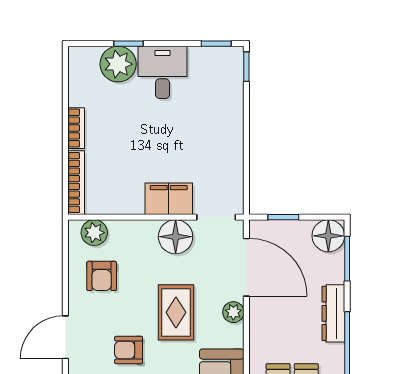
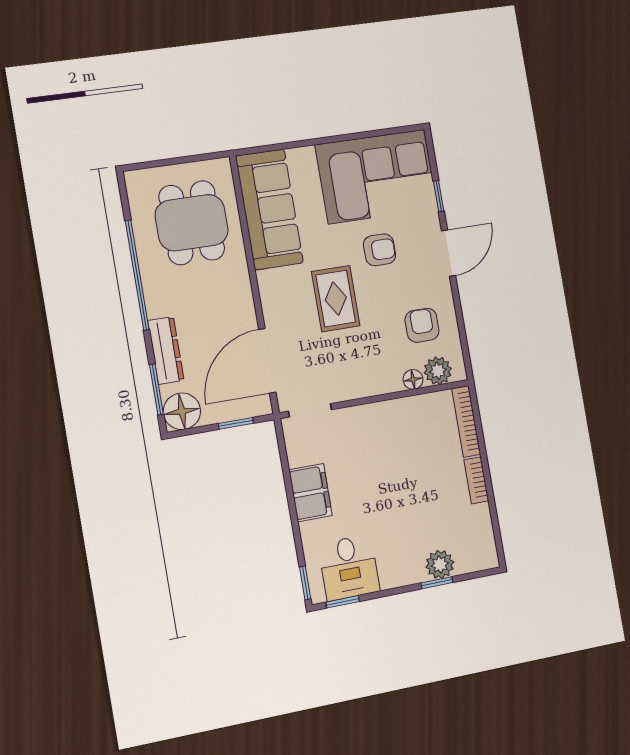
plant: (118, 64) -> (440, 564), width x0.73, depth x0.73
desk: (162, 72) -> (349, 568), moved
filing cabinet: (169, 199) -> (310, 493), moved, turned -90
floor lamp: (176, 237) -> (413, 379), moved, width x0.53, depth x0.53
door: (246, 267) -> (267, 361), hinge flipped
plant: (233, 312) -> (273, 309), removed
dresser: (333, 313) -> (166, 350), moved

